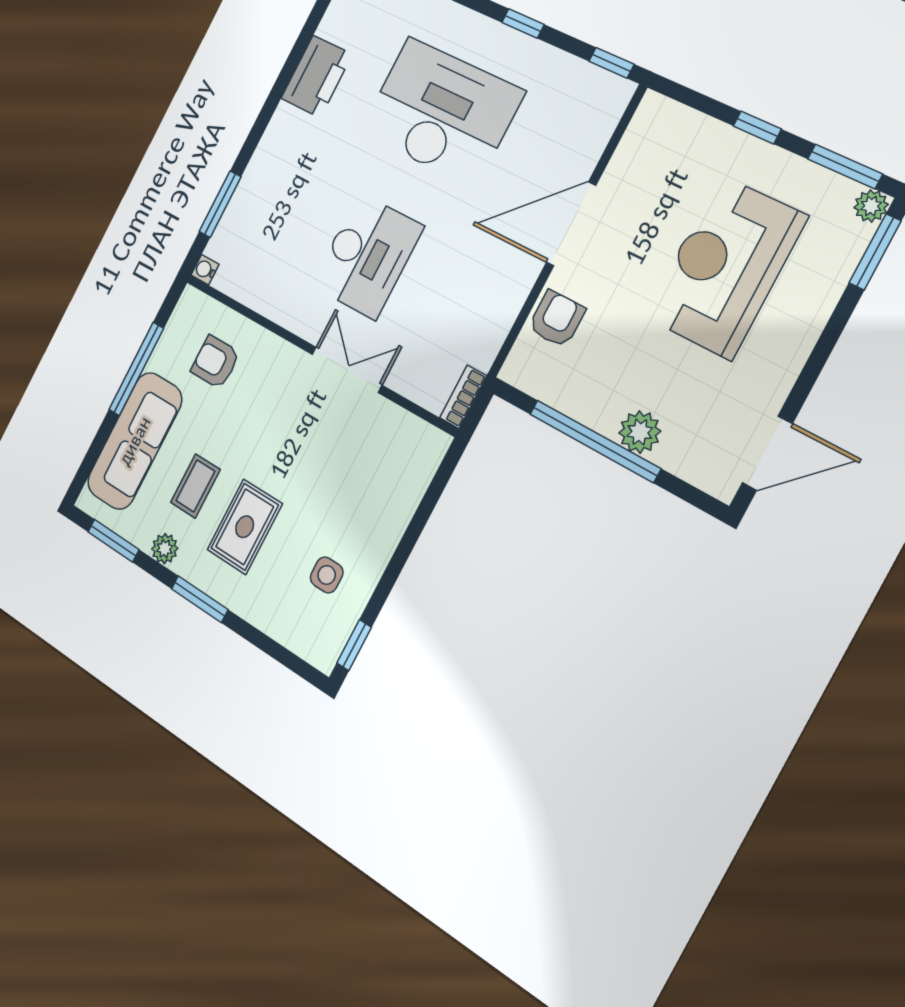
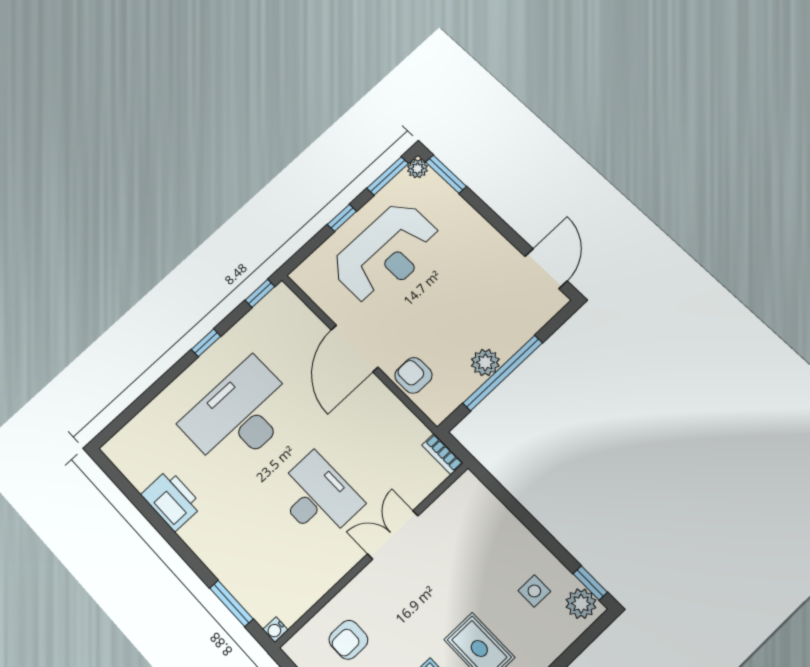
reception desk: (725, 267) -> (386, 253), moved, turned -90
plant: (640, 432) -> (485, 362), moved
plant: (327, 640) -> (581, 604), added

